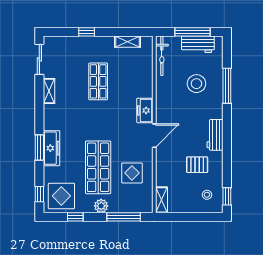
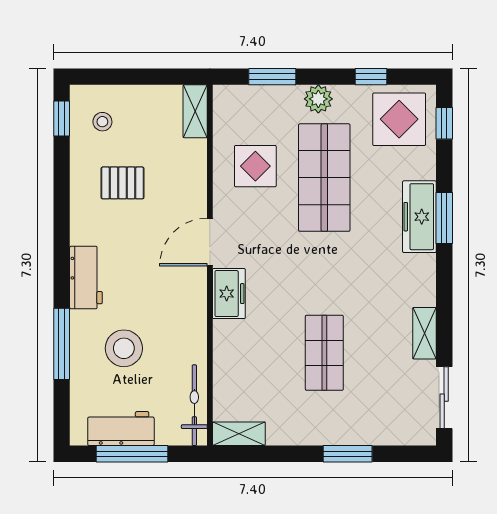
window: (87, 32) -> (348, 454), width x1.50
shelving: (128, 42) -> (239, 434), moved
workbench: (215, 135) -> (86, 278), moved
window: (124, 217) -> (272, 77), width x0.69

